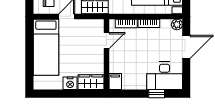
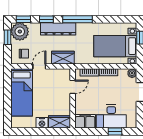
desk: (165, 76) -> (111, 116), moved
filing cabinet: (115, 82) -> (85, 121), width x2.00

